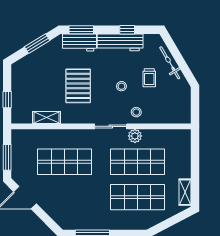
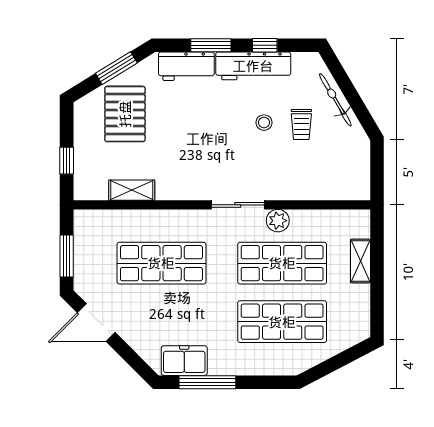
window: (81, 30) -> (211, 45), moved
pallet: (78, 86) -> (125, 114), moved
stool: (121, 86) -> (264, 123), moved
stool: (136, 112) -> (280, 181), removed
shelving: (185, 192) -> (360, 261), moved
freezer: (78, 221) -> (184, 361), added

